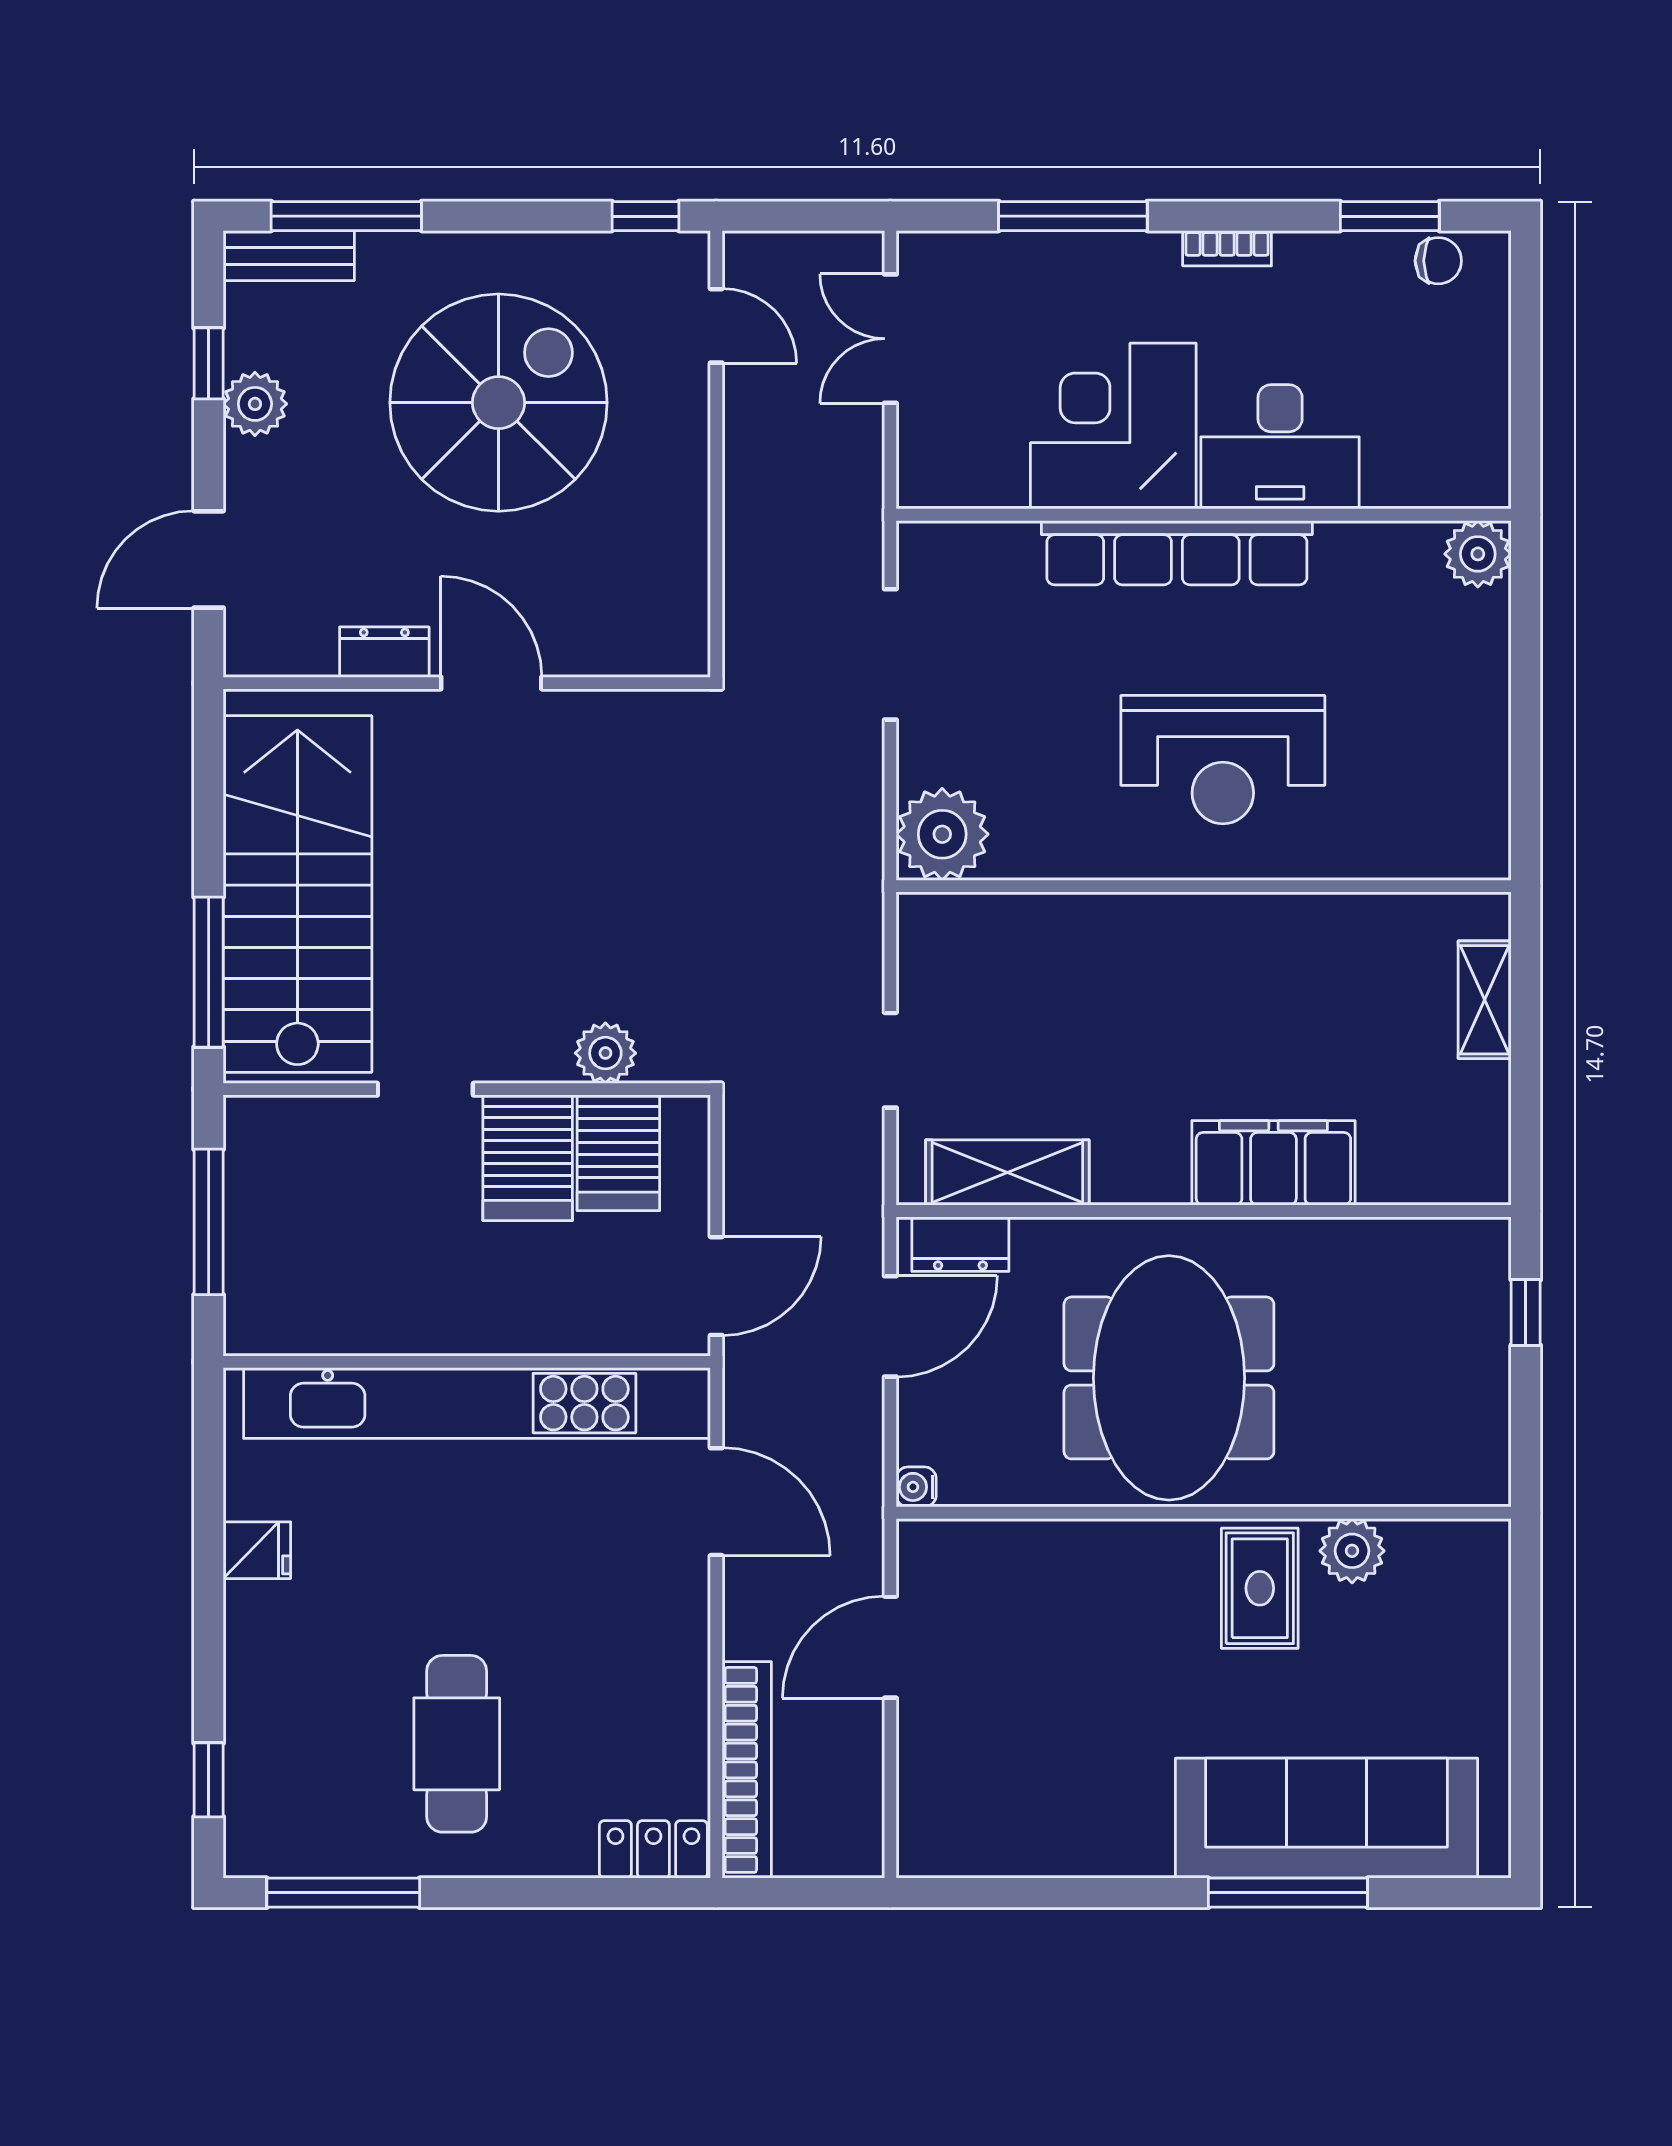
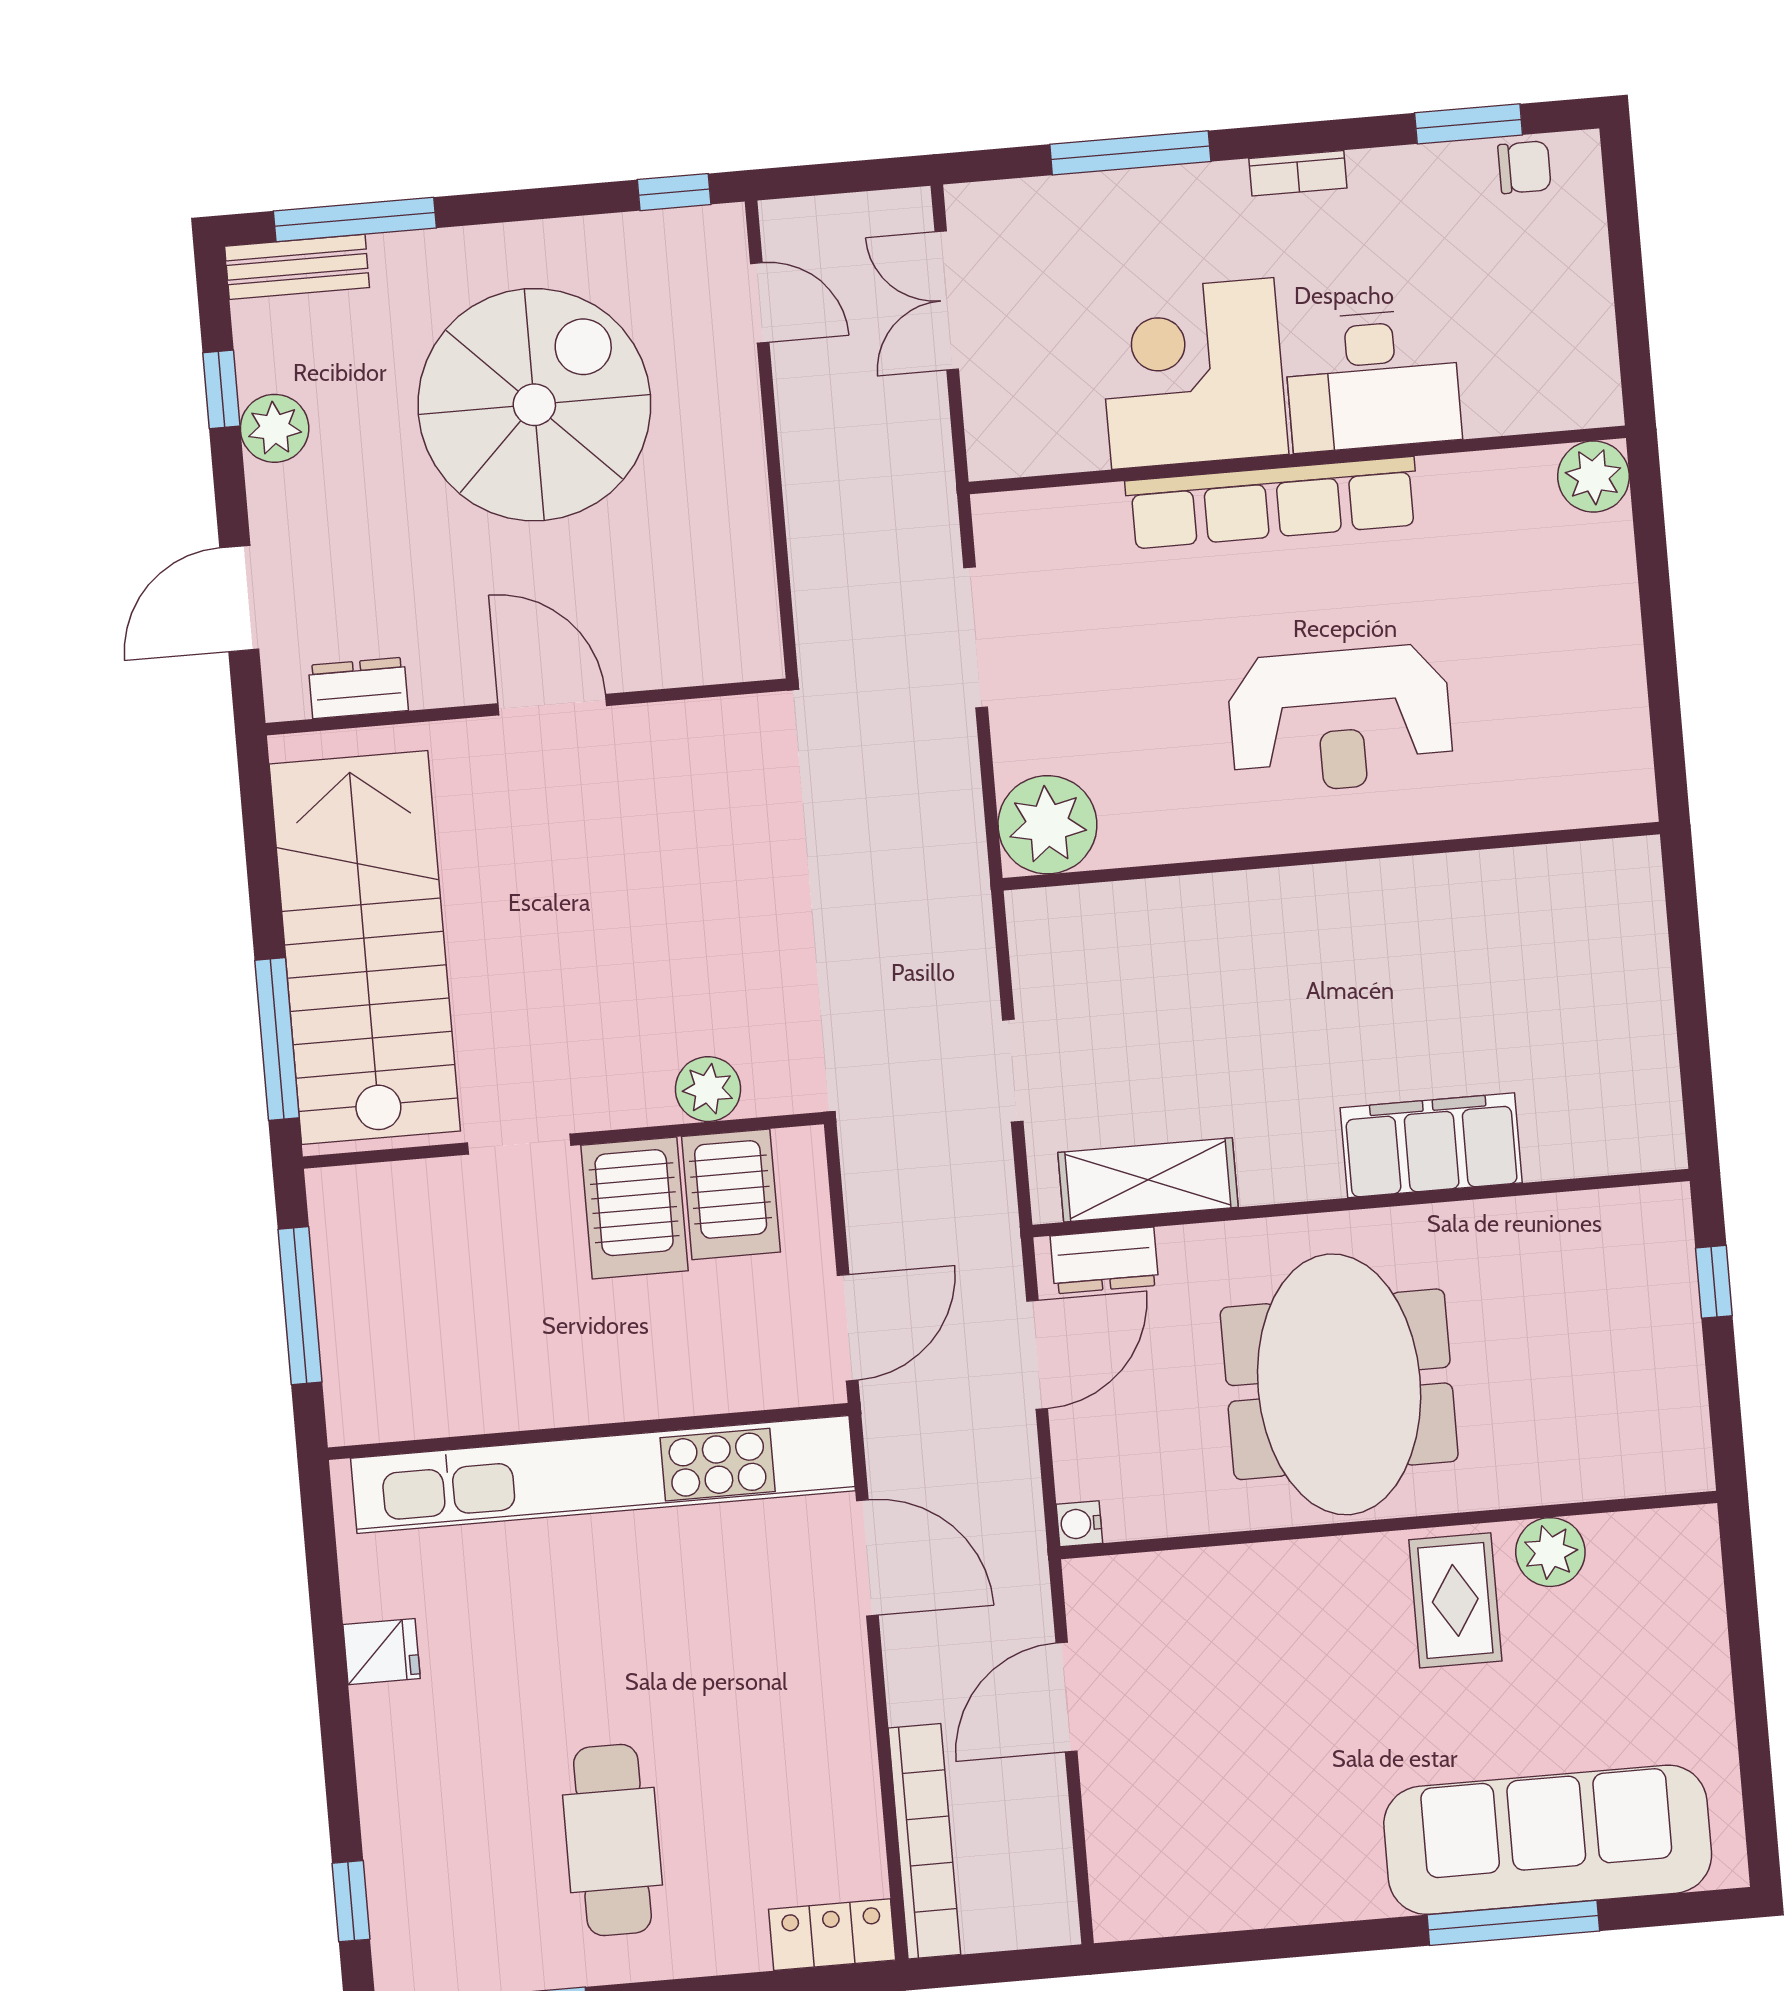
dresser: (384, 652) -> (358, 688), moved
shelving: (1485, 1000) -> (1642, 952), removed

